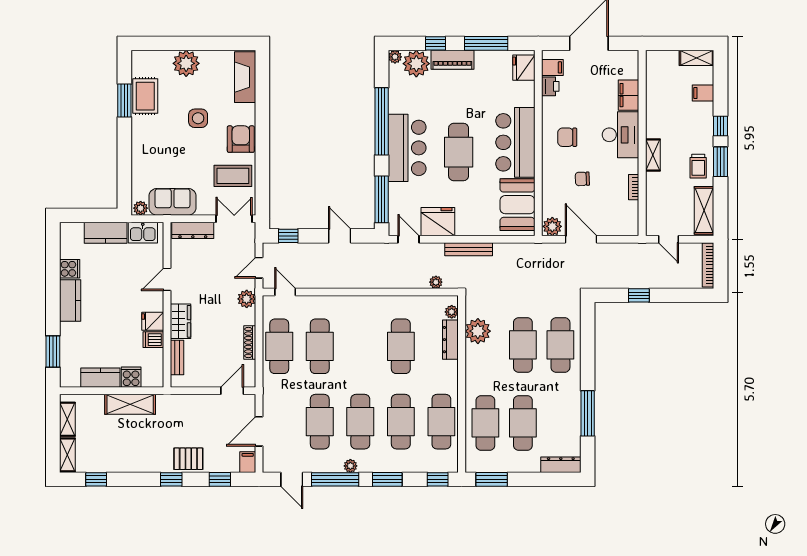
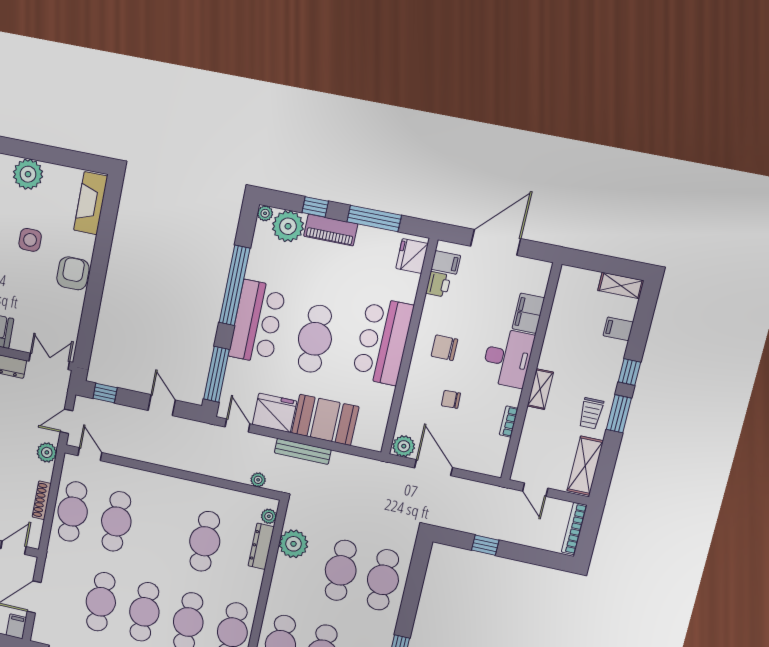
coffee table: (233, 176) -> (57, 313), removed
booth: (517, 205) -> (325, 420), moved, turned 90

